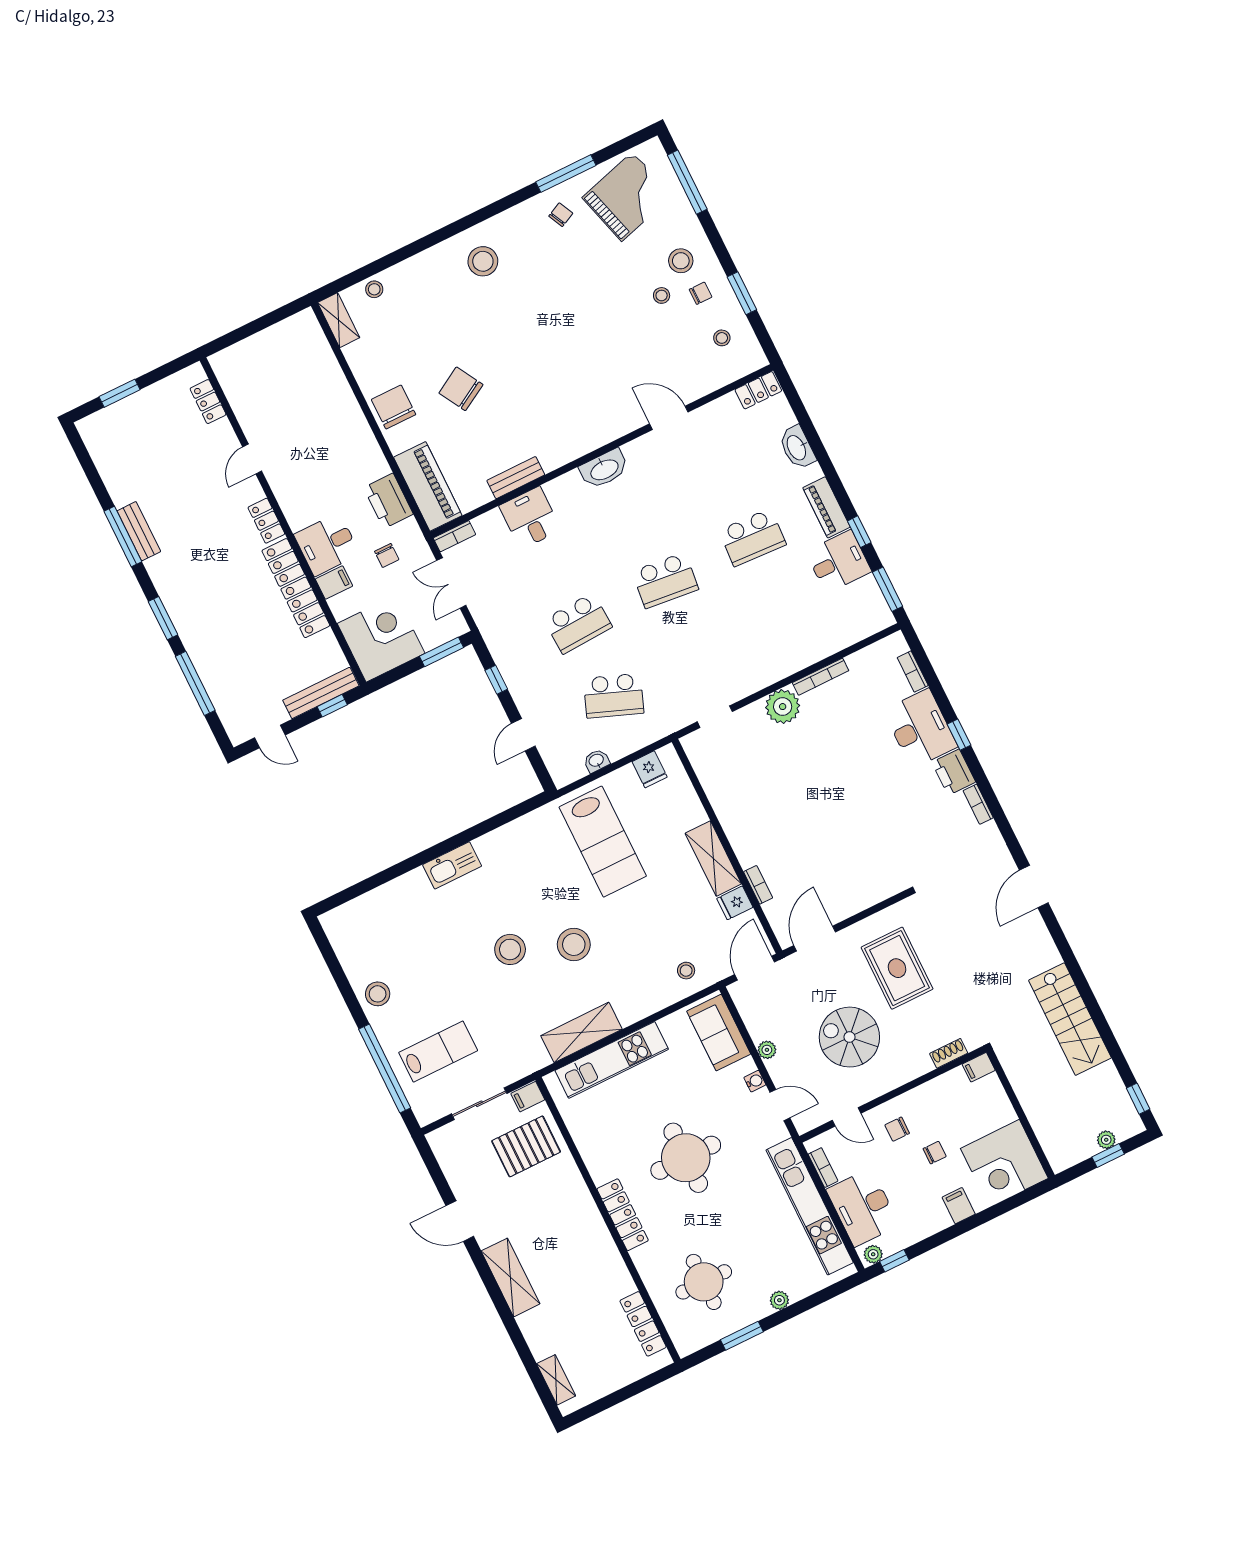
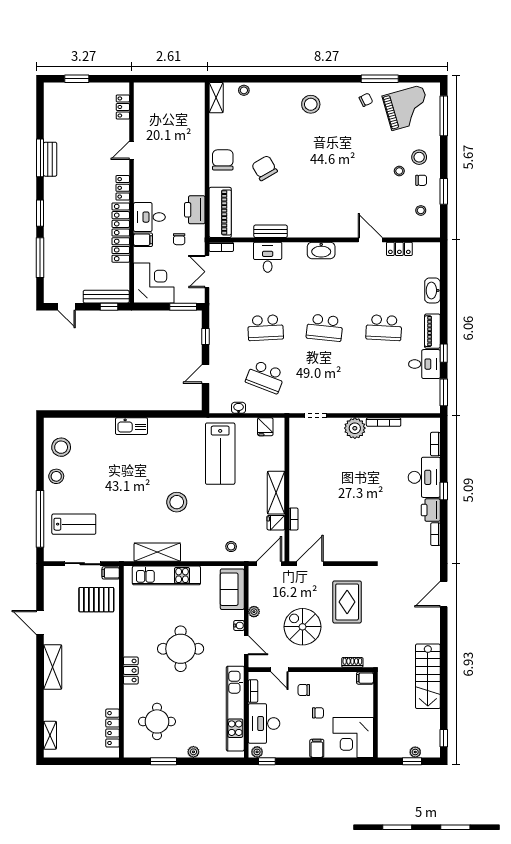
locker: (758, 390) -> (399, 249), moved
stool: (510, 949) -> (61, 447), moved
locker: (623, 1215) -> (131, 670), width x0.66

